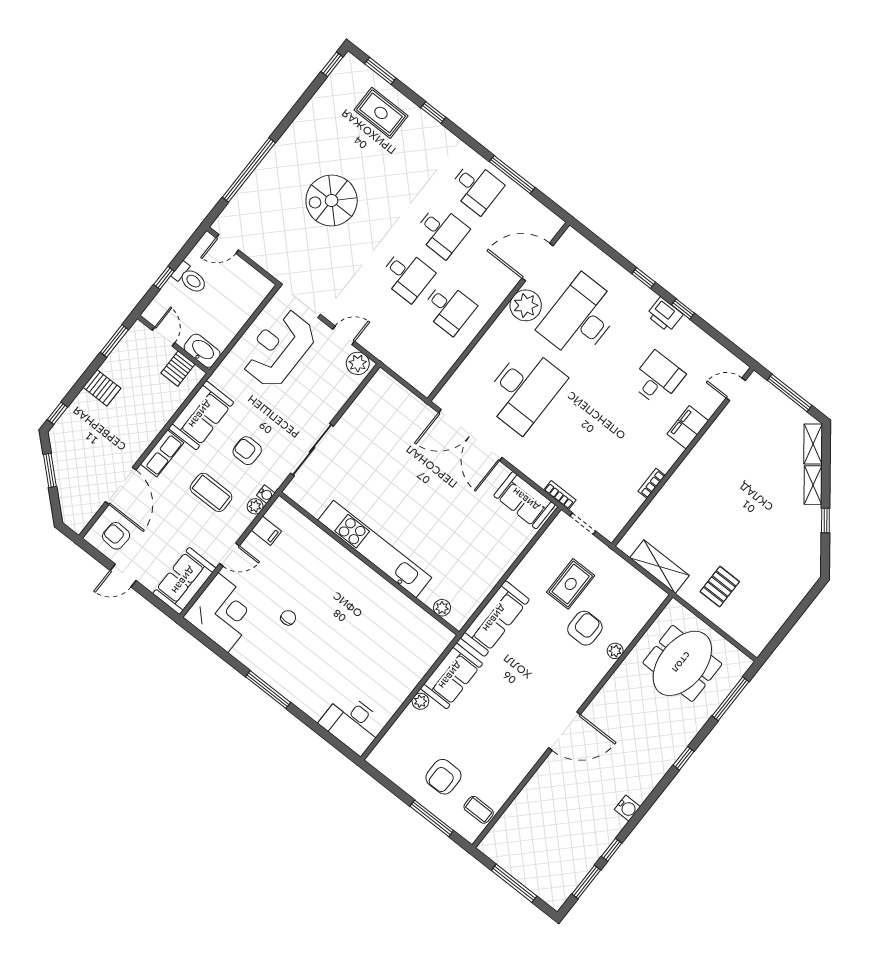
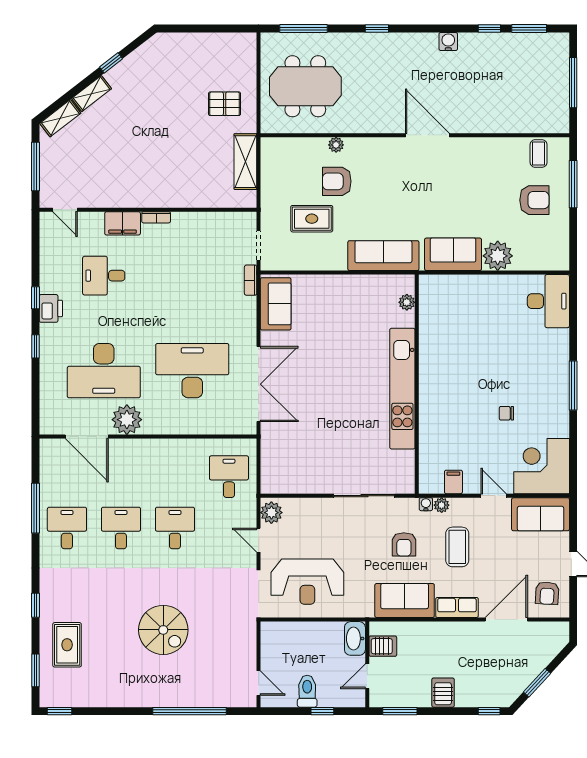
desk: (449, 308) -> (229, 477), moved
bookcase: (652, 483) -> (156, 217), moved
plant: (420, 701) -> (498, 256), width x1.88, depth x1.88

